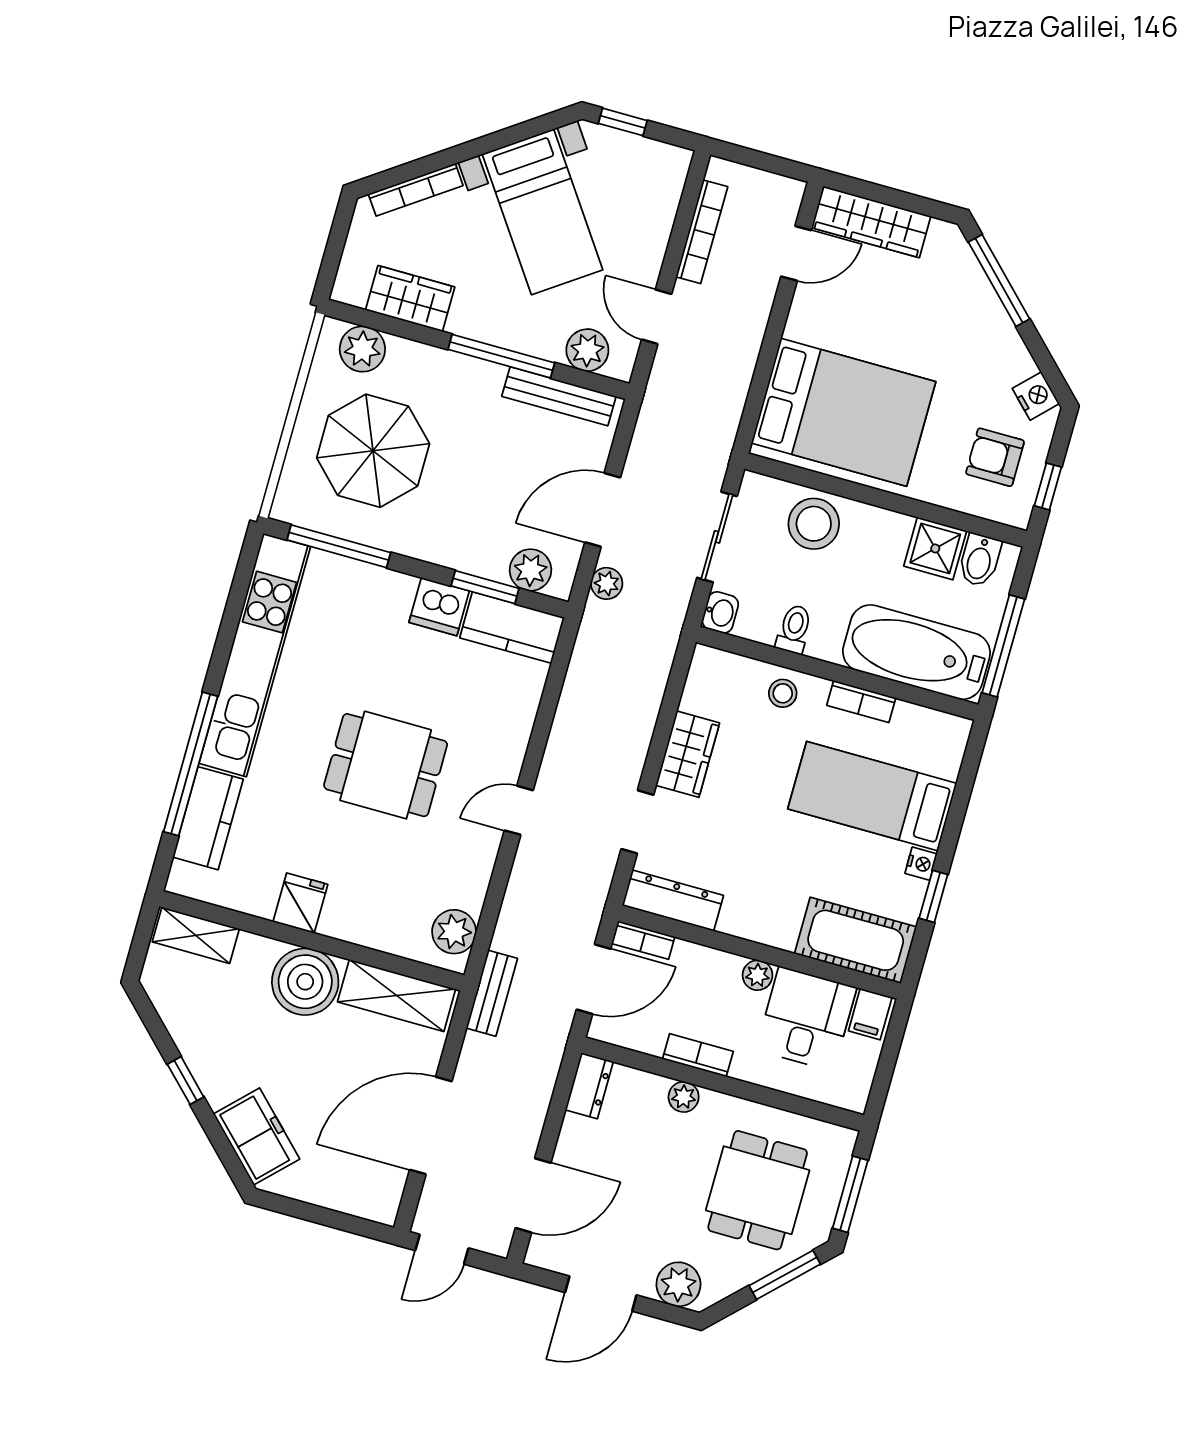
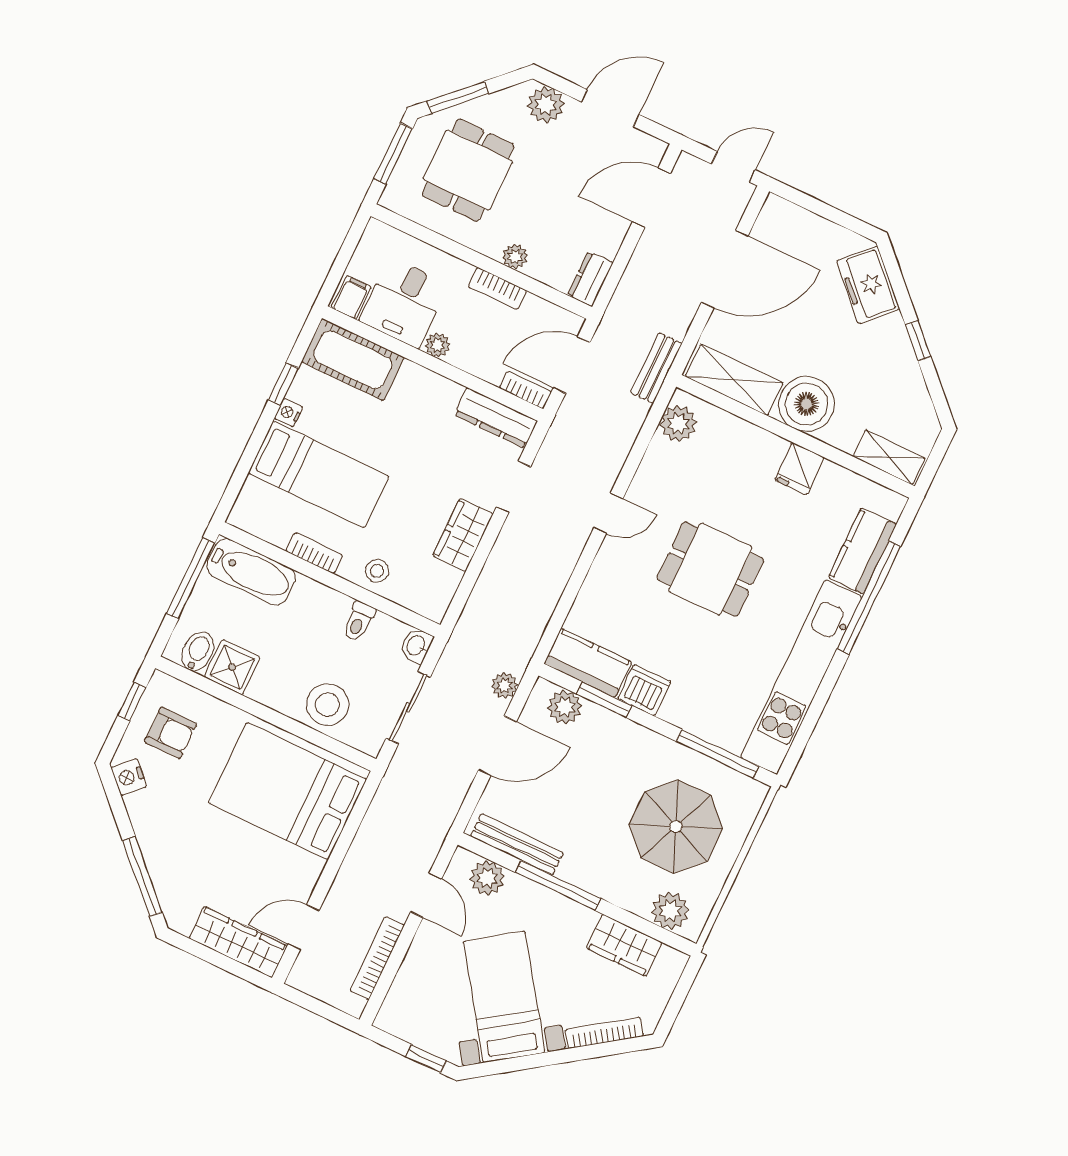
bathtub: (916, 652) -> (251, 572), width x0.73, depth x0.73

